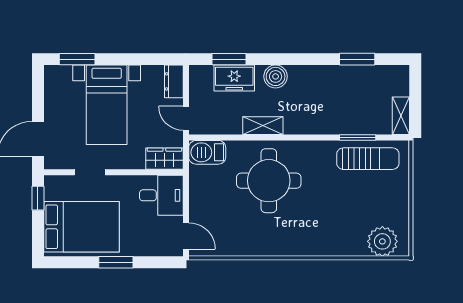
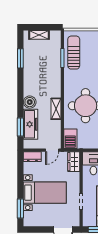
freezer: (234, 78) -> (31, 124), width x1.40
shelving: (401, 116) -> (39, 35), moved

